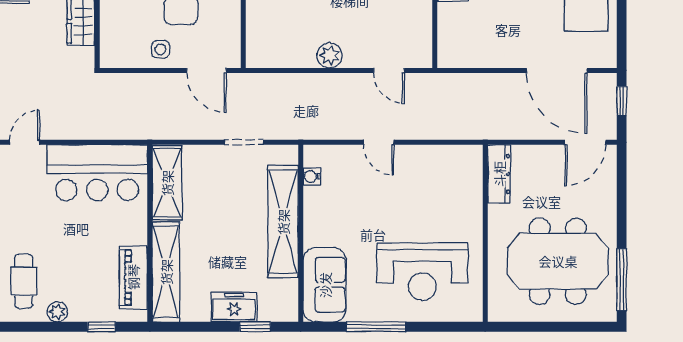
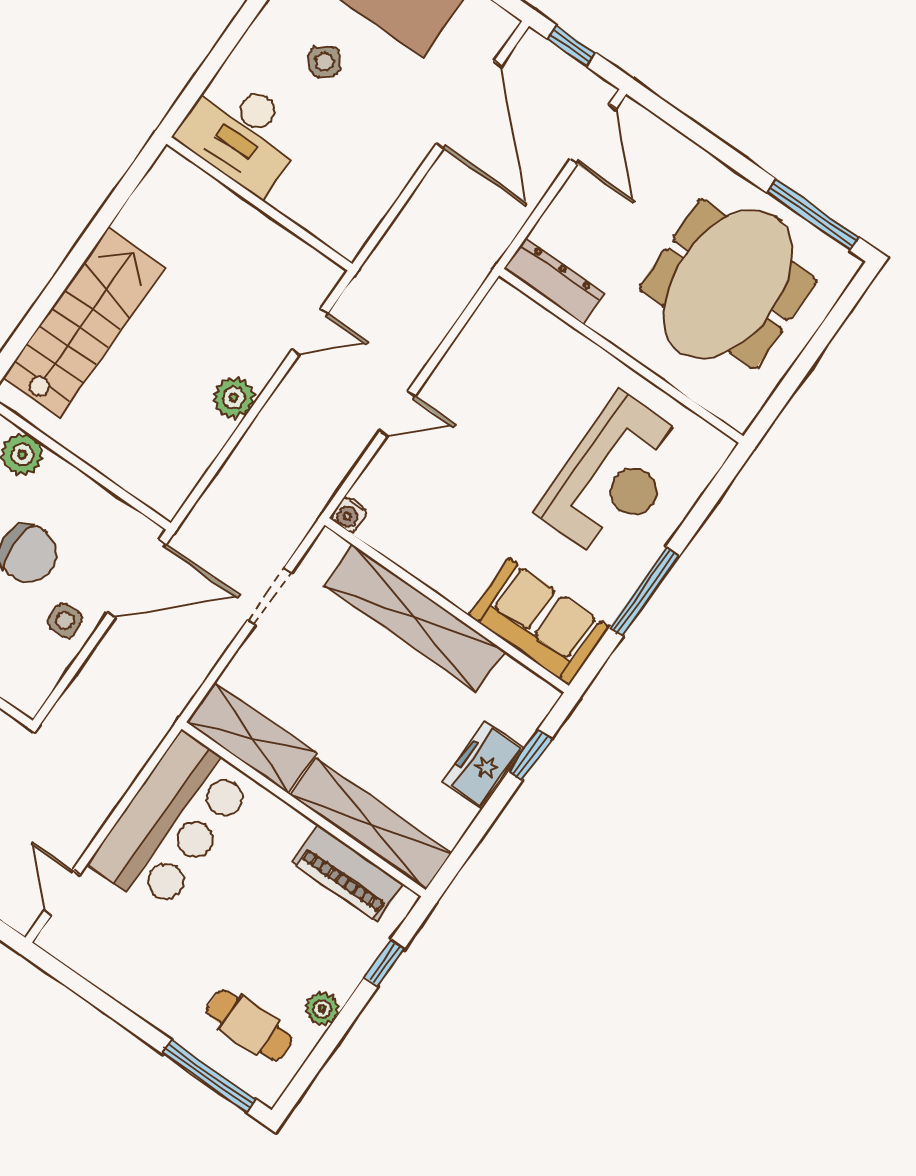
door: (206, 70) -> (137, 578), width x1.36
door: (557, 70) -> (469, 105), hinge flipped
water cooler: (312, 176) -> (349, 515), moved

